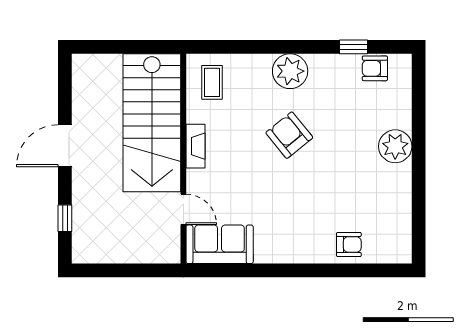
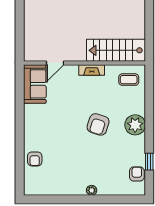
stairs: (152, 123) -> (116, 50), width x0.73, depth x0.66
armchair: (289, 135) -> (98, 124), turned 147
plant: (395, 146) -> (92, 190), width x0.53, depth x0.53

